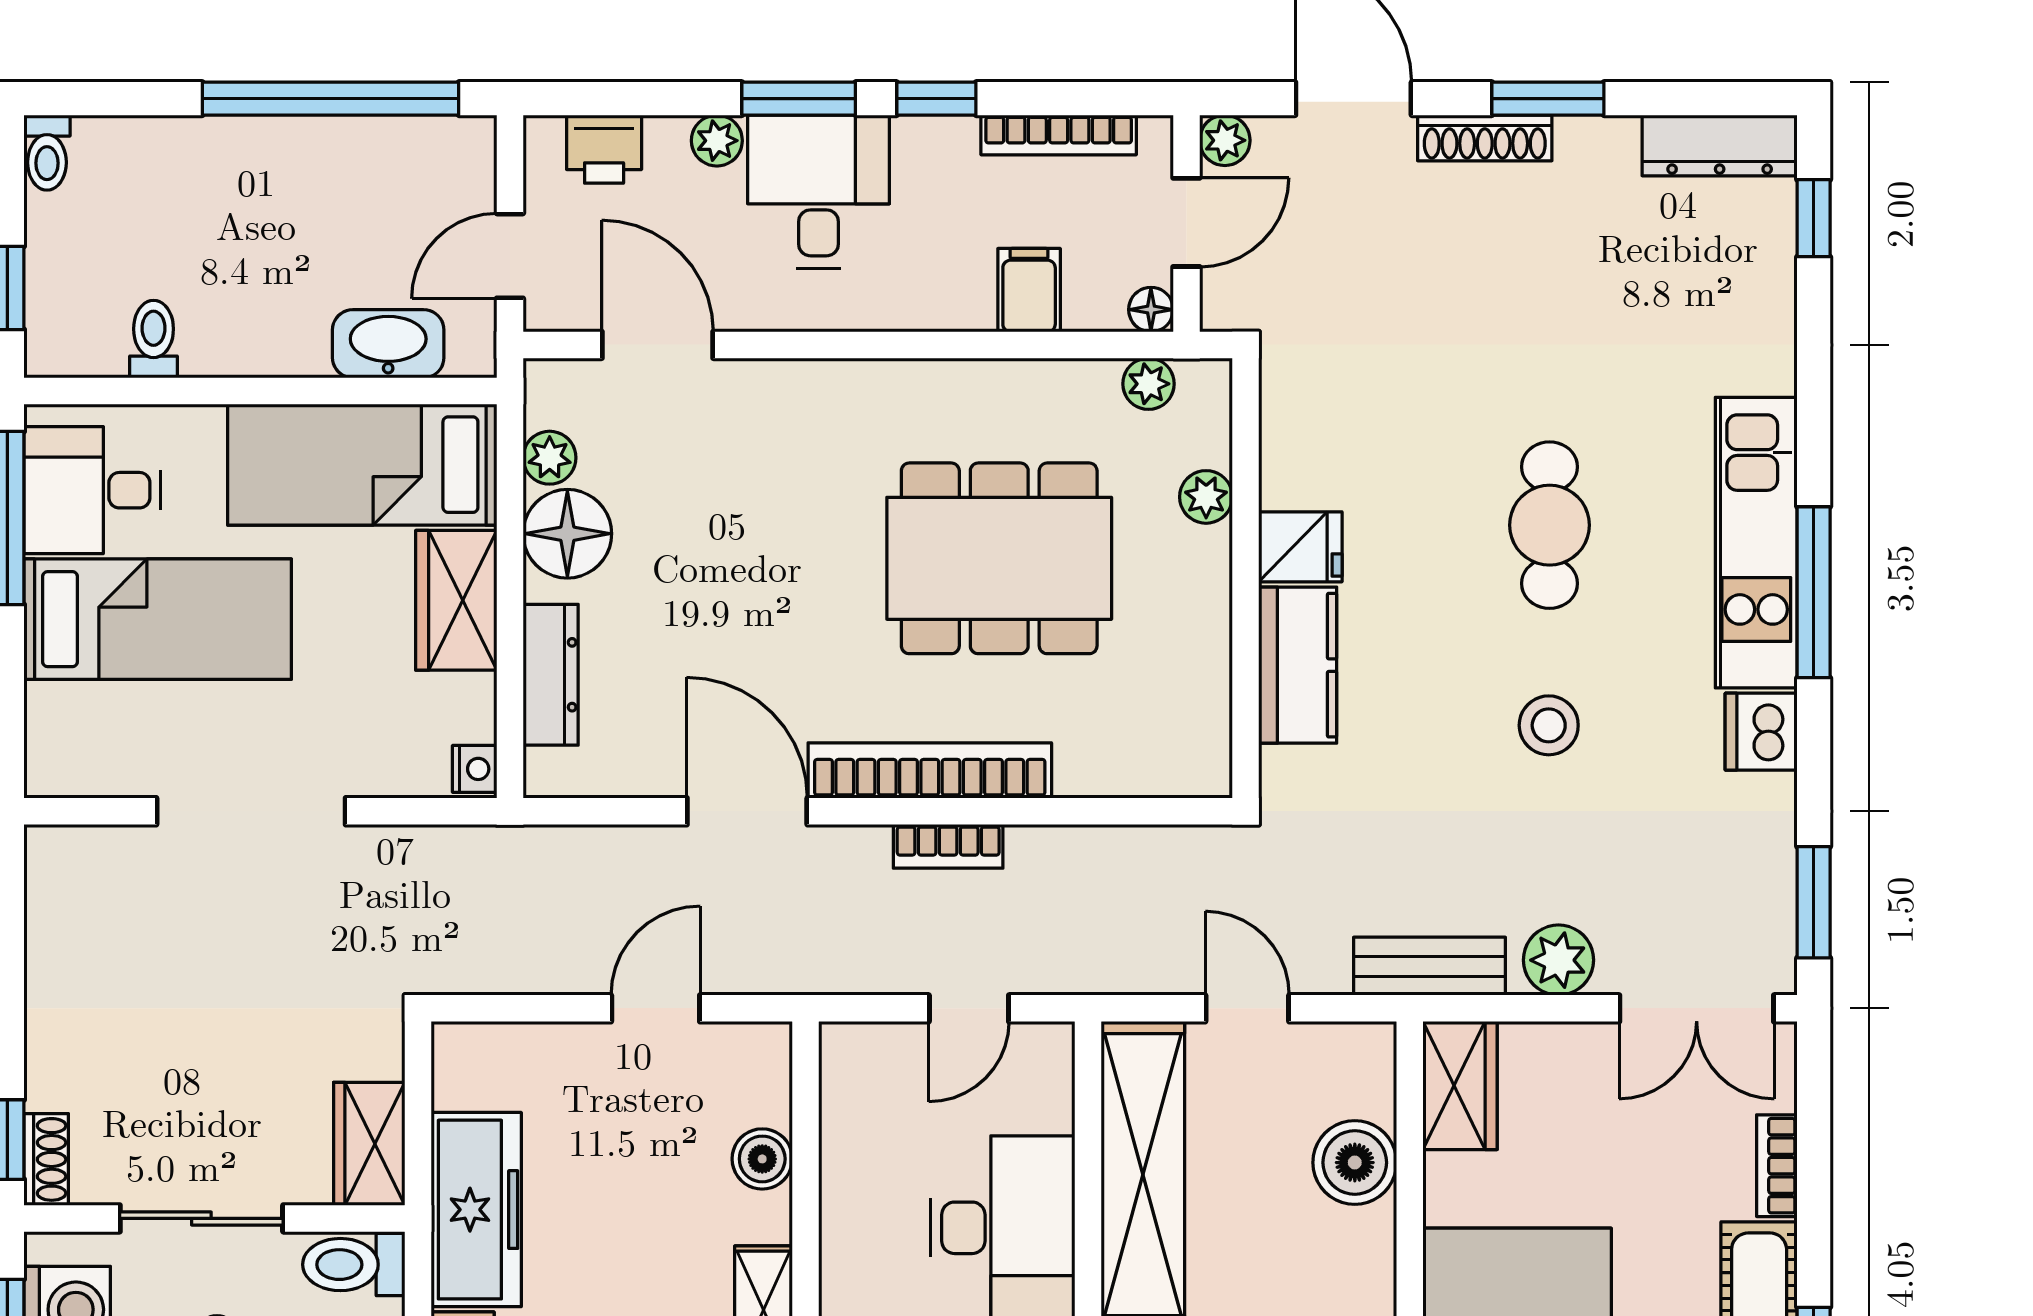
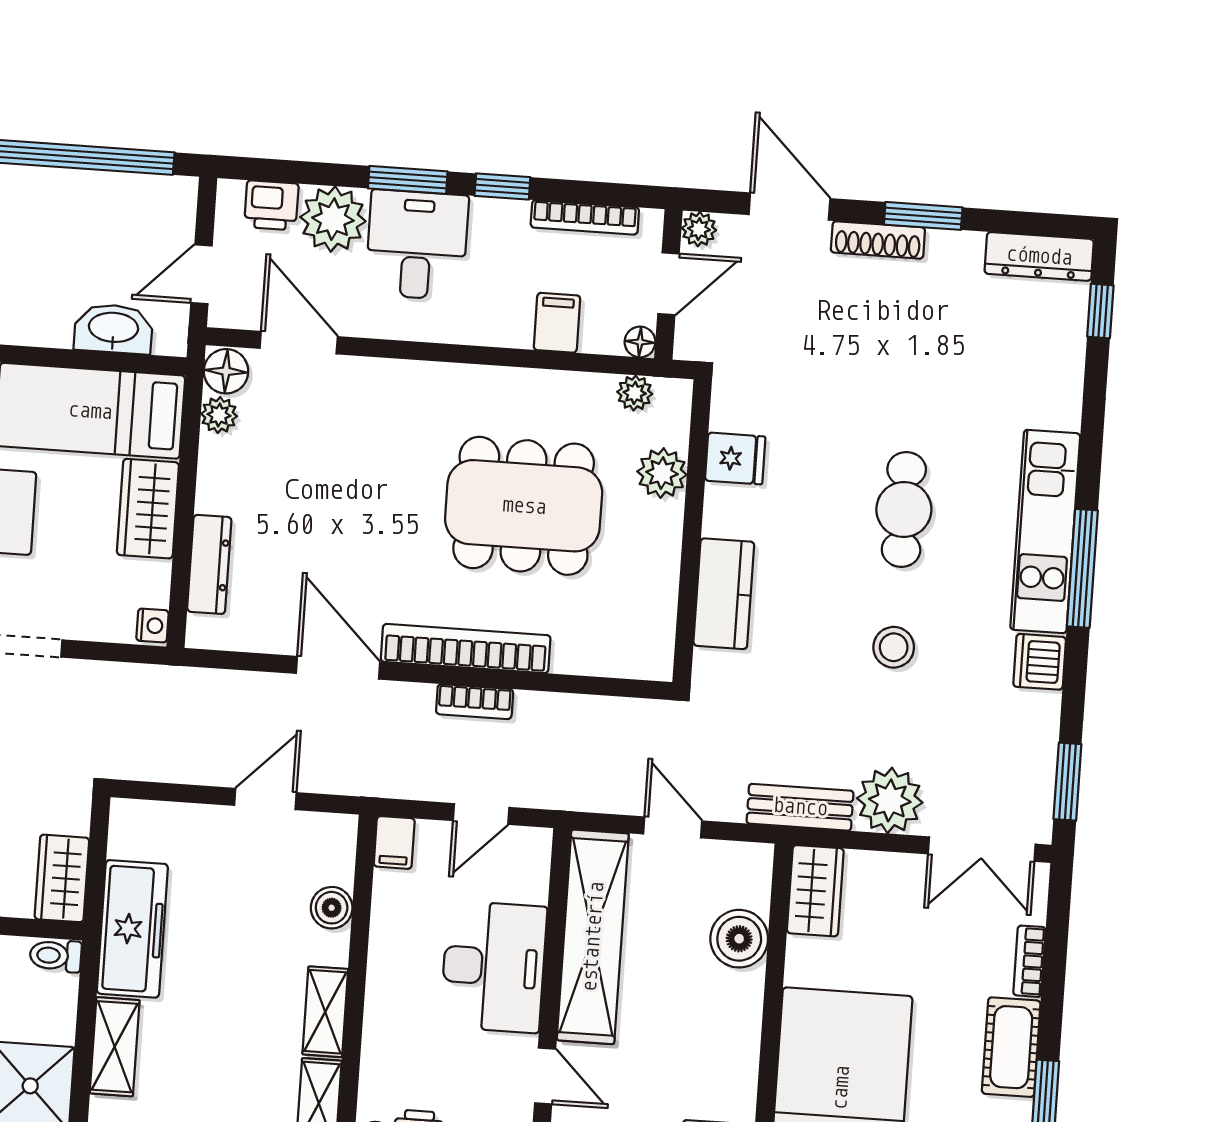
plant: (717, 141) -> (333, 219), width x1.88, depth x1.88
plant: (1206, 497) -> (662, 473), width x1.38, depth x1.38
floor lamp: (567, 534) -> (226, 371), moved, width x0.73, depth x0.73
fridge: (1300, 547) -> (735, 459), moved
plant: (1558, 960) -> (890, 800), width x1.36, depth x1.36
filing cabinet: (846, 1058) -> (394, 842), added
toilet: (354, 1265) -> (56, 956), width x0.73, depth x0.72

